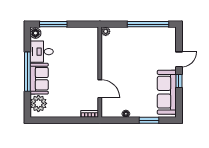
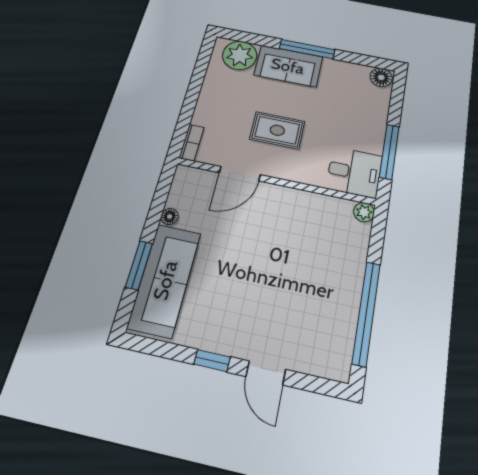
window: (53, 24) -> (389, 152), moved
desk: (42, 52) -> (354, 172), moved, turned 90
window: (27, 72) -> (307, 49), width x0.68
rug: (75, 77) -> (277, 130), added
sofa: (167, 92) -> (165, 280), moved, turned 90

